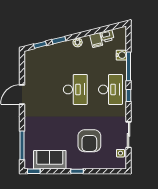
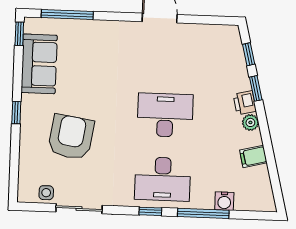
printer: (107, 36) -> (245, 103), moved
desk: (75, 89) -> (165, 115), turned 180
armchair: (89, 141) -> (71, 137), turned 99

